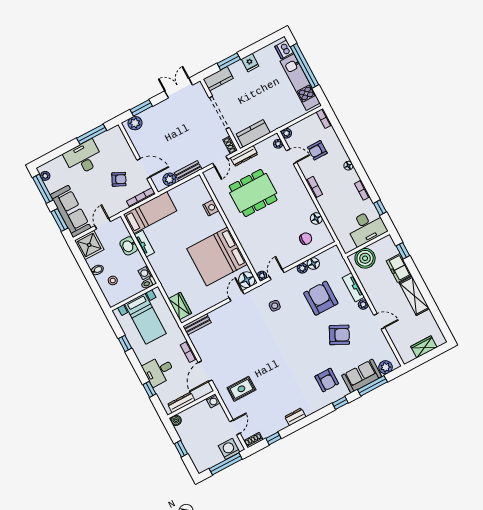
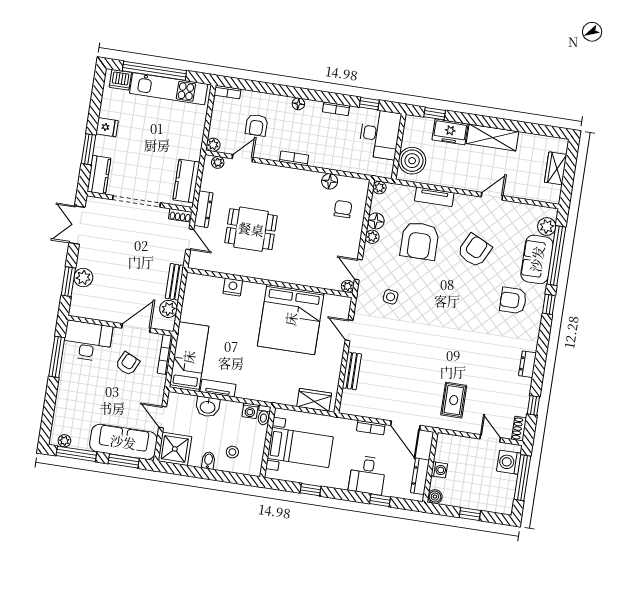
plant: (135, 123) -> (83, 277), moved
desk: (83, 158) -> (88, 341), moved, turned 90
dining table: (253, 193) -> (251, 229), width x0.73
floor lamp: (247, 280) -> (340, 306), removed
armchair: (321, 298) -> (420, 241), turned -90
plant: (363, 305) -> (379, 188), moved
bench: (197, 324) -> (352, 371), moved
armchair: (327, 380) -> (513, 300), turned 180
window: (372, 386) -> (556, 256), width x1.46
washing machine: (213, 401) -> (439, 470), moved

